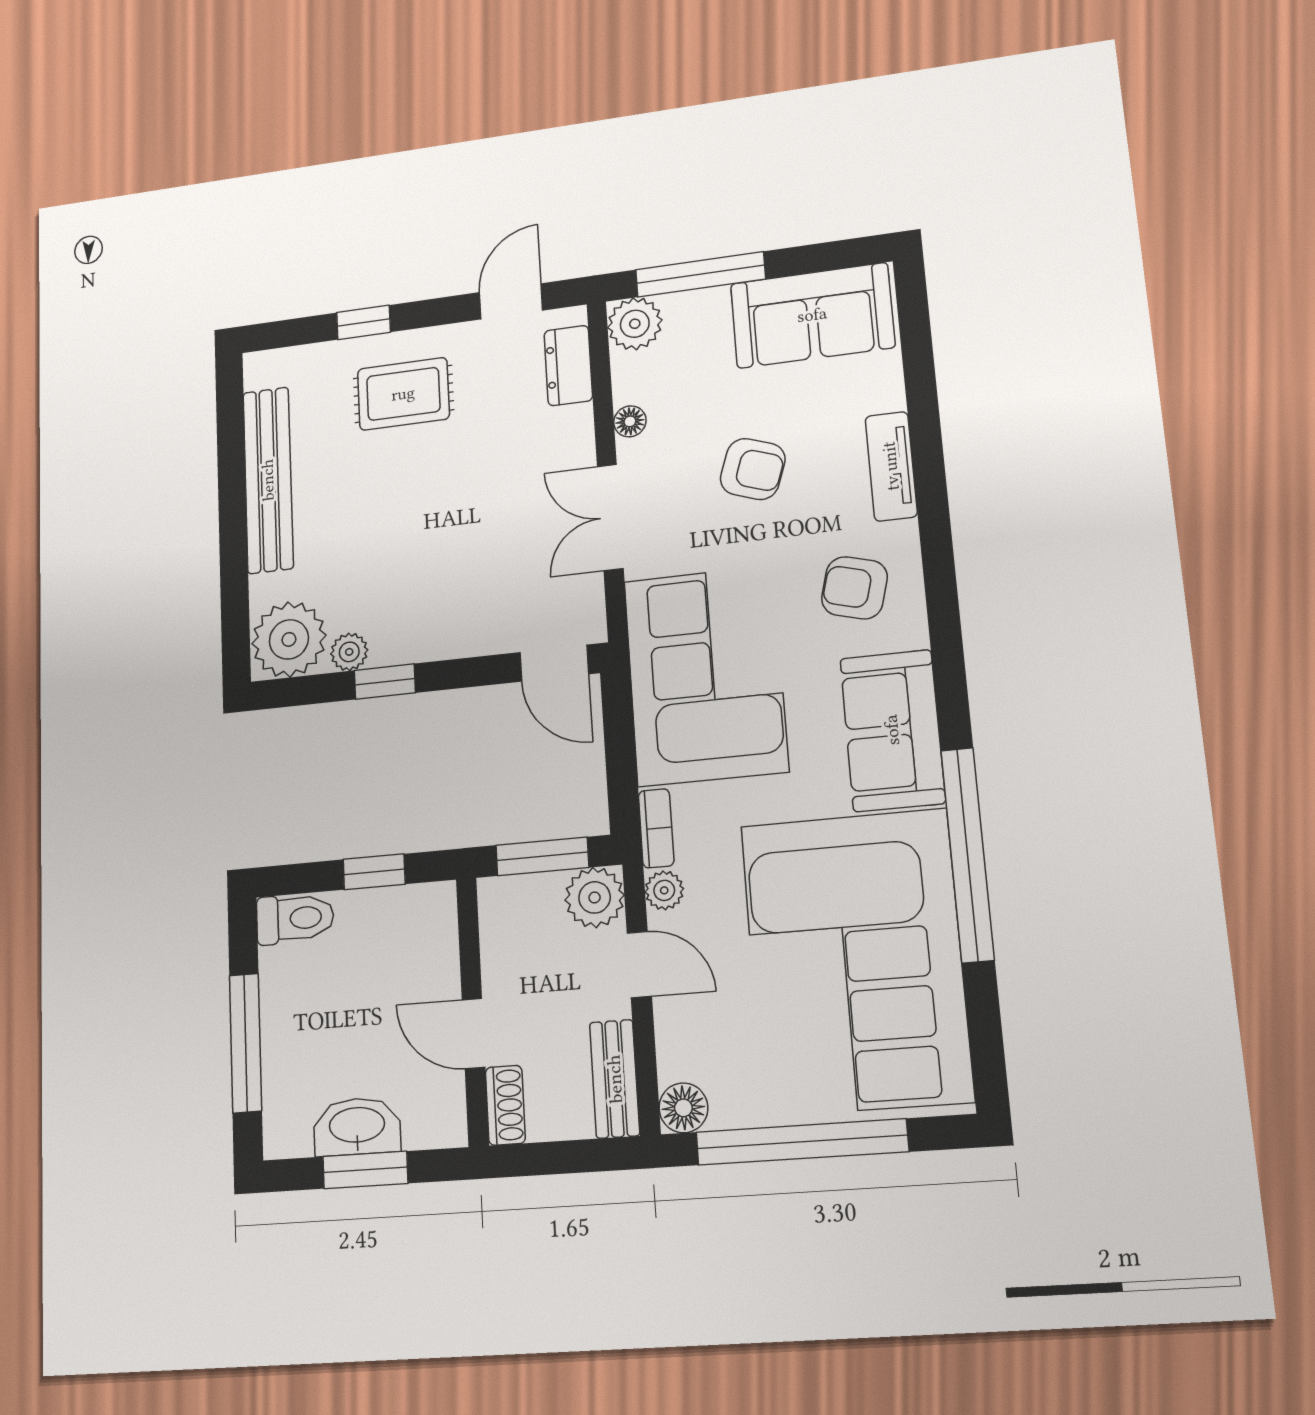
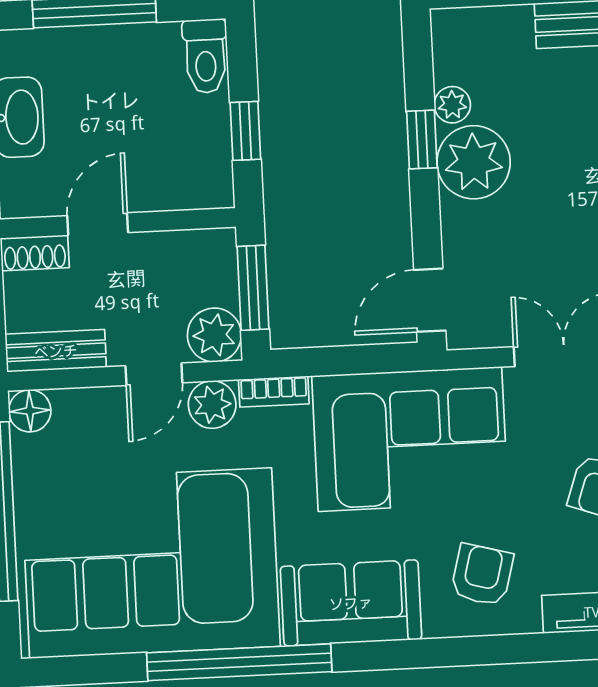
plant: (289, 639) -> (474, 162), moved
plant: (664, 890) -> (212, 405), width x1.38, depth x1.38

